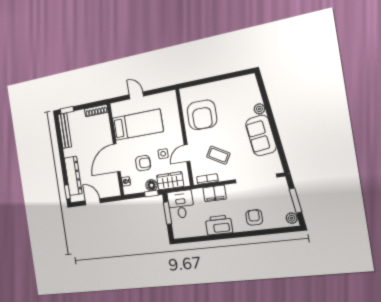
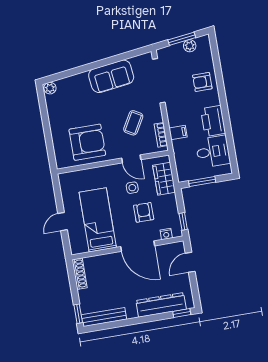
plant: (259, 109) -> (50, 88), moved
floor lamp: (152, 185) -> (170, 202), removed
filing cabinet: (215, 193) -> (178, 133), width x0.50
window: (151, 194) -> (183, 221), moved
door: (93, 202) -> (190, 262), moved
desk: (181, 204) -> (213, 152), moved, turned 180
plant: (292, 218) -> (190, 46), moved

